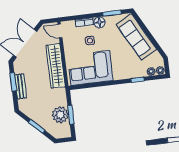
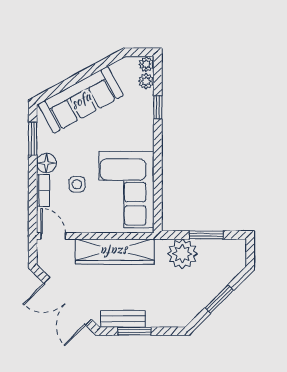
door: (60, 31) -> (53, 236), swing flipped
bench: (21, 86) -> (123, 319), moved
plant: (60, 115) -> (182, 254), moved

